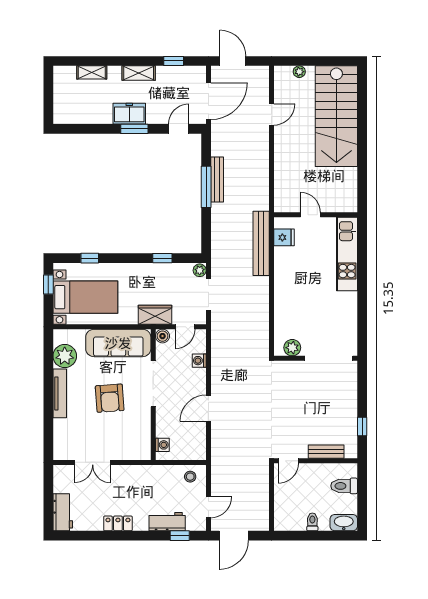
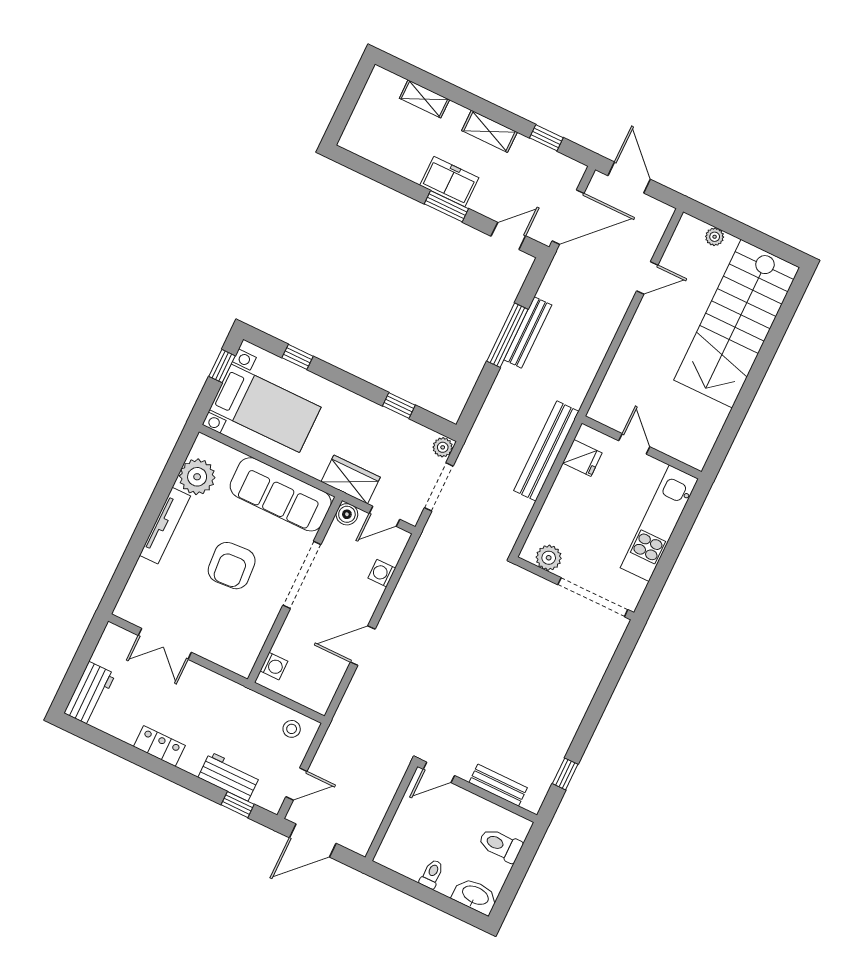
plant: (292, 348) -> (549, 558), moved
wall: (316, 358) -> (574, 588), moved
doorway: (329, 358) -> (593, 597), moved

